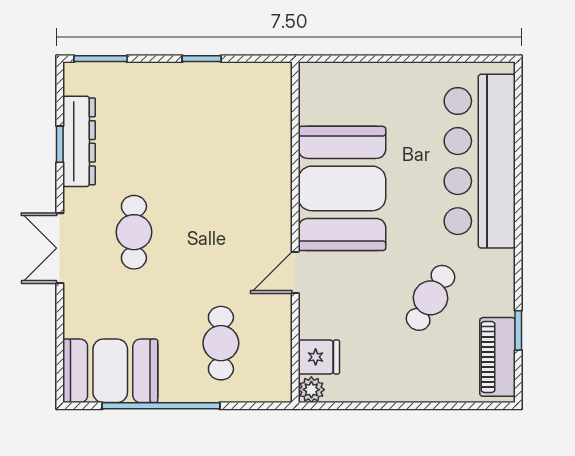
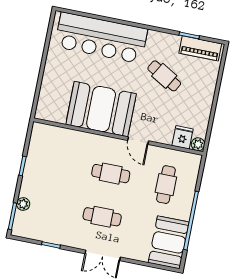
plant: (128, 74) -> (23, 204), added
dresser: (79, 141) -> (52, 235), removed
cafe table: (221, 232) -> (111, 174), added
cafe table: (221, 343) -> (166, 185), turned 90

